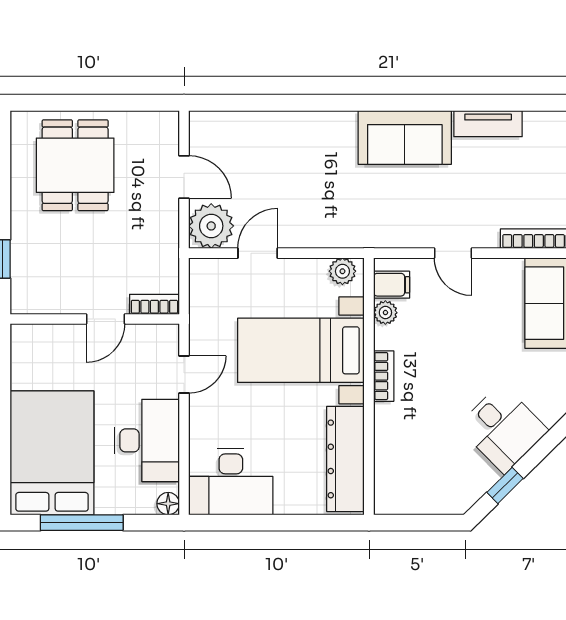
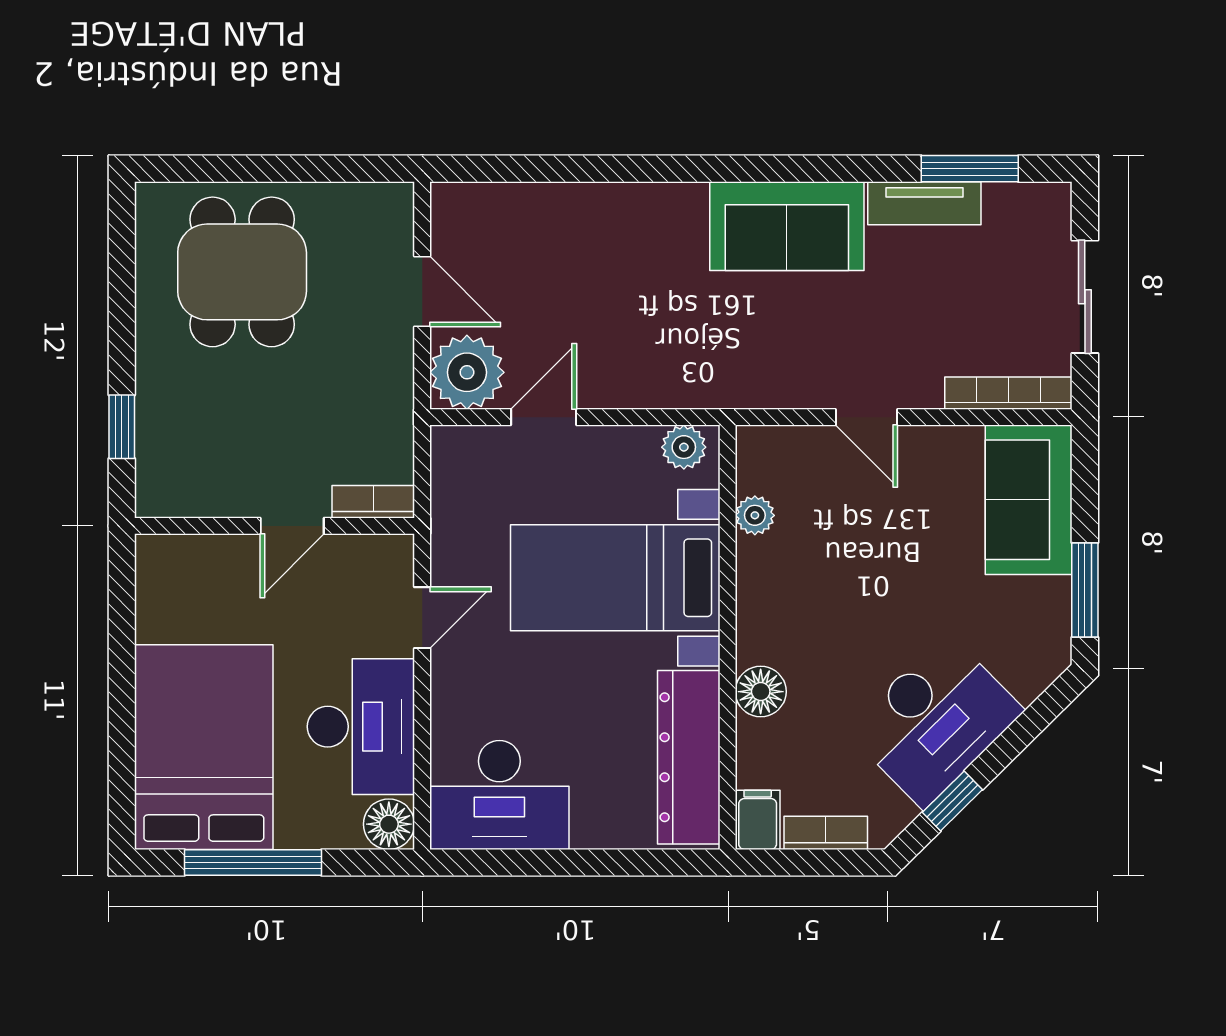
window: (515, 103) -> (970, 169), added
filing cabinet: (392, 285) -> (758, 820), moved, turned -90
bookcase: (384, 376) -> (826, 833), moved, turned -90
floor lamp: (389, 419) -> (761, 692), added
desk: (503, 428) -> (935, 721), width x1.37
floor lamp: (168, 504) -> (389, 824), width x1.37, depth x1.37

